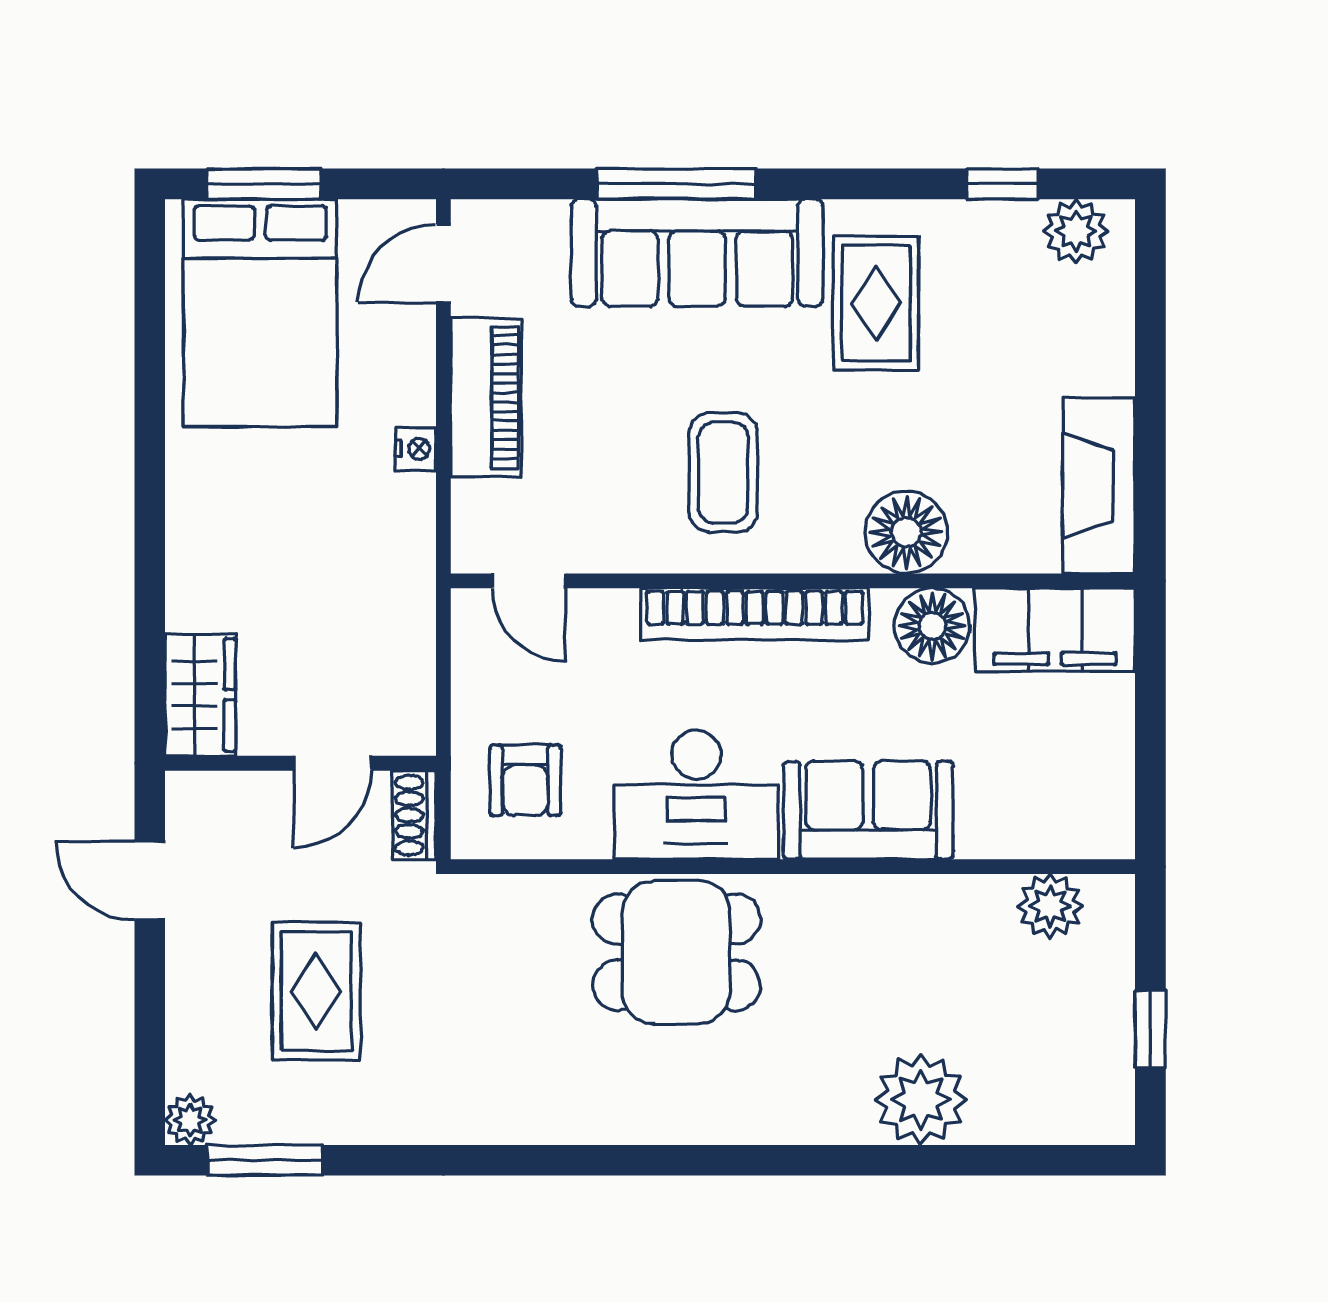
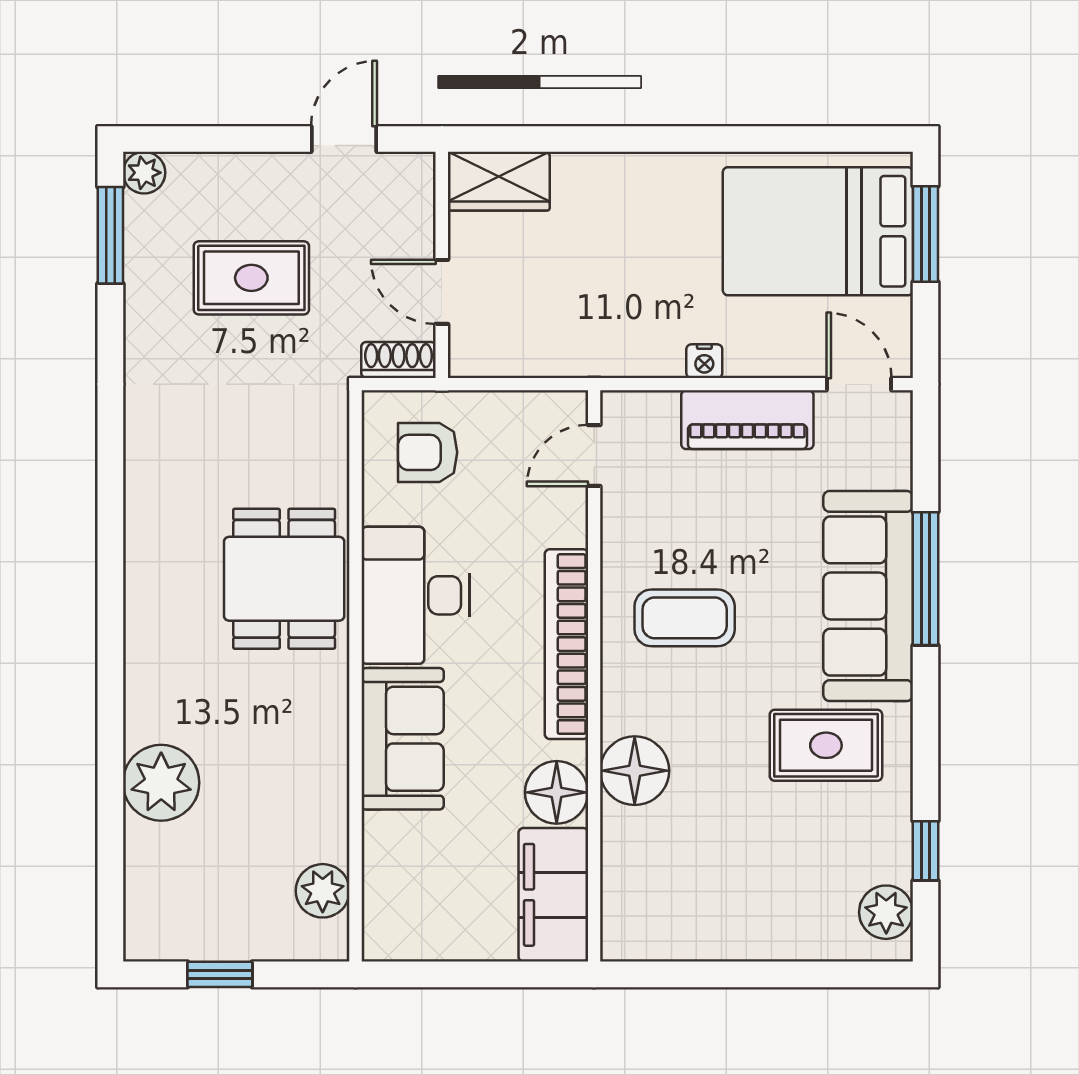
fireplace: (1099, 486) -> (674, 932), removed

